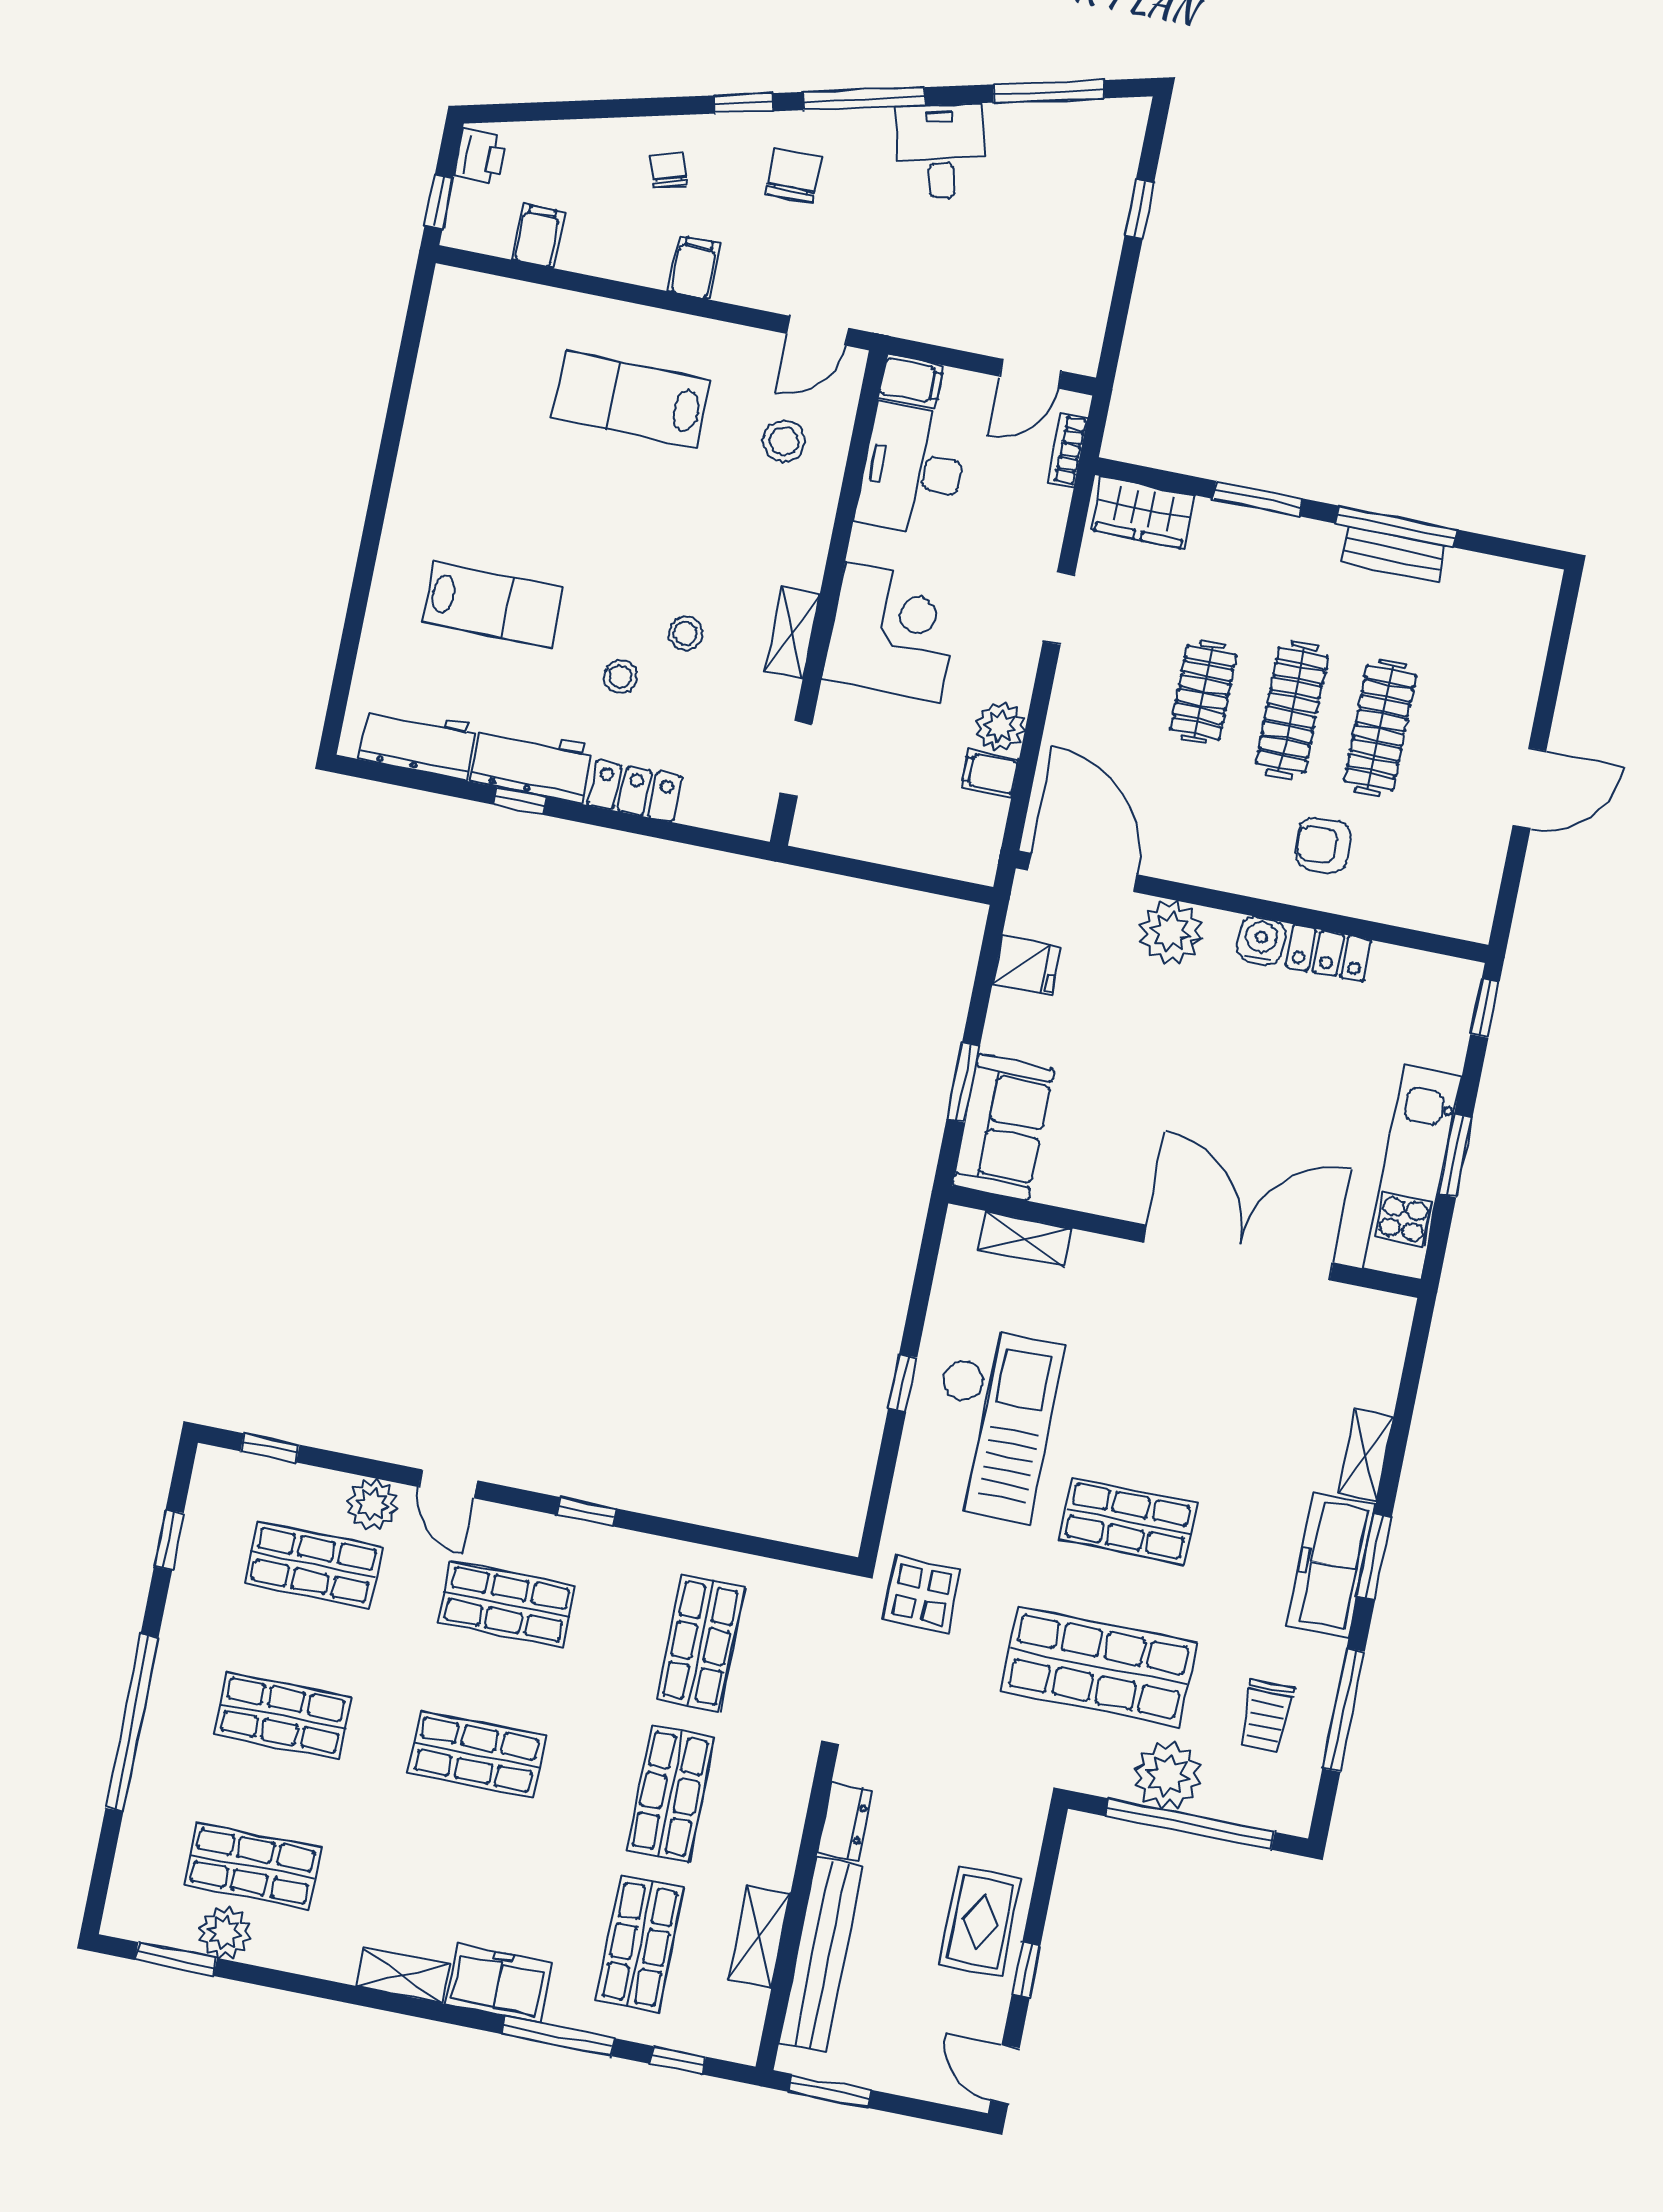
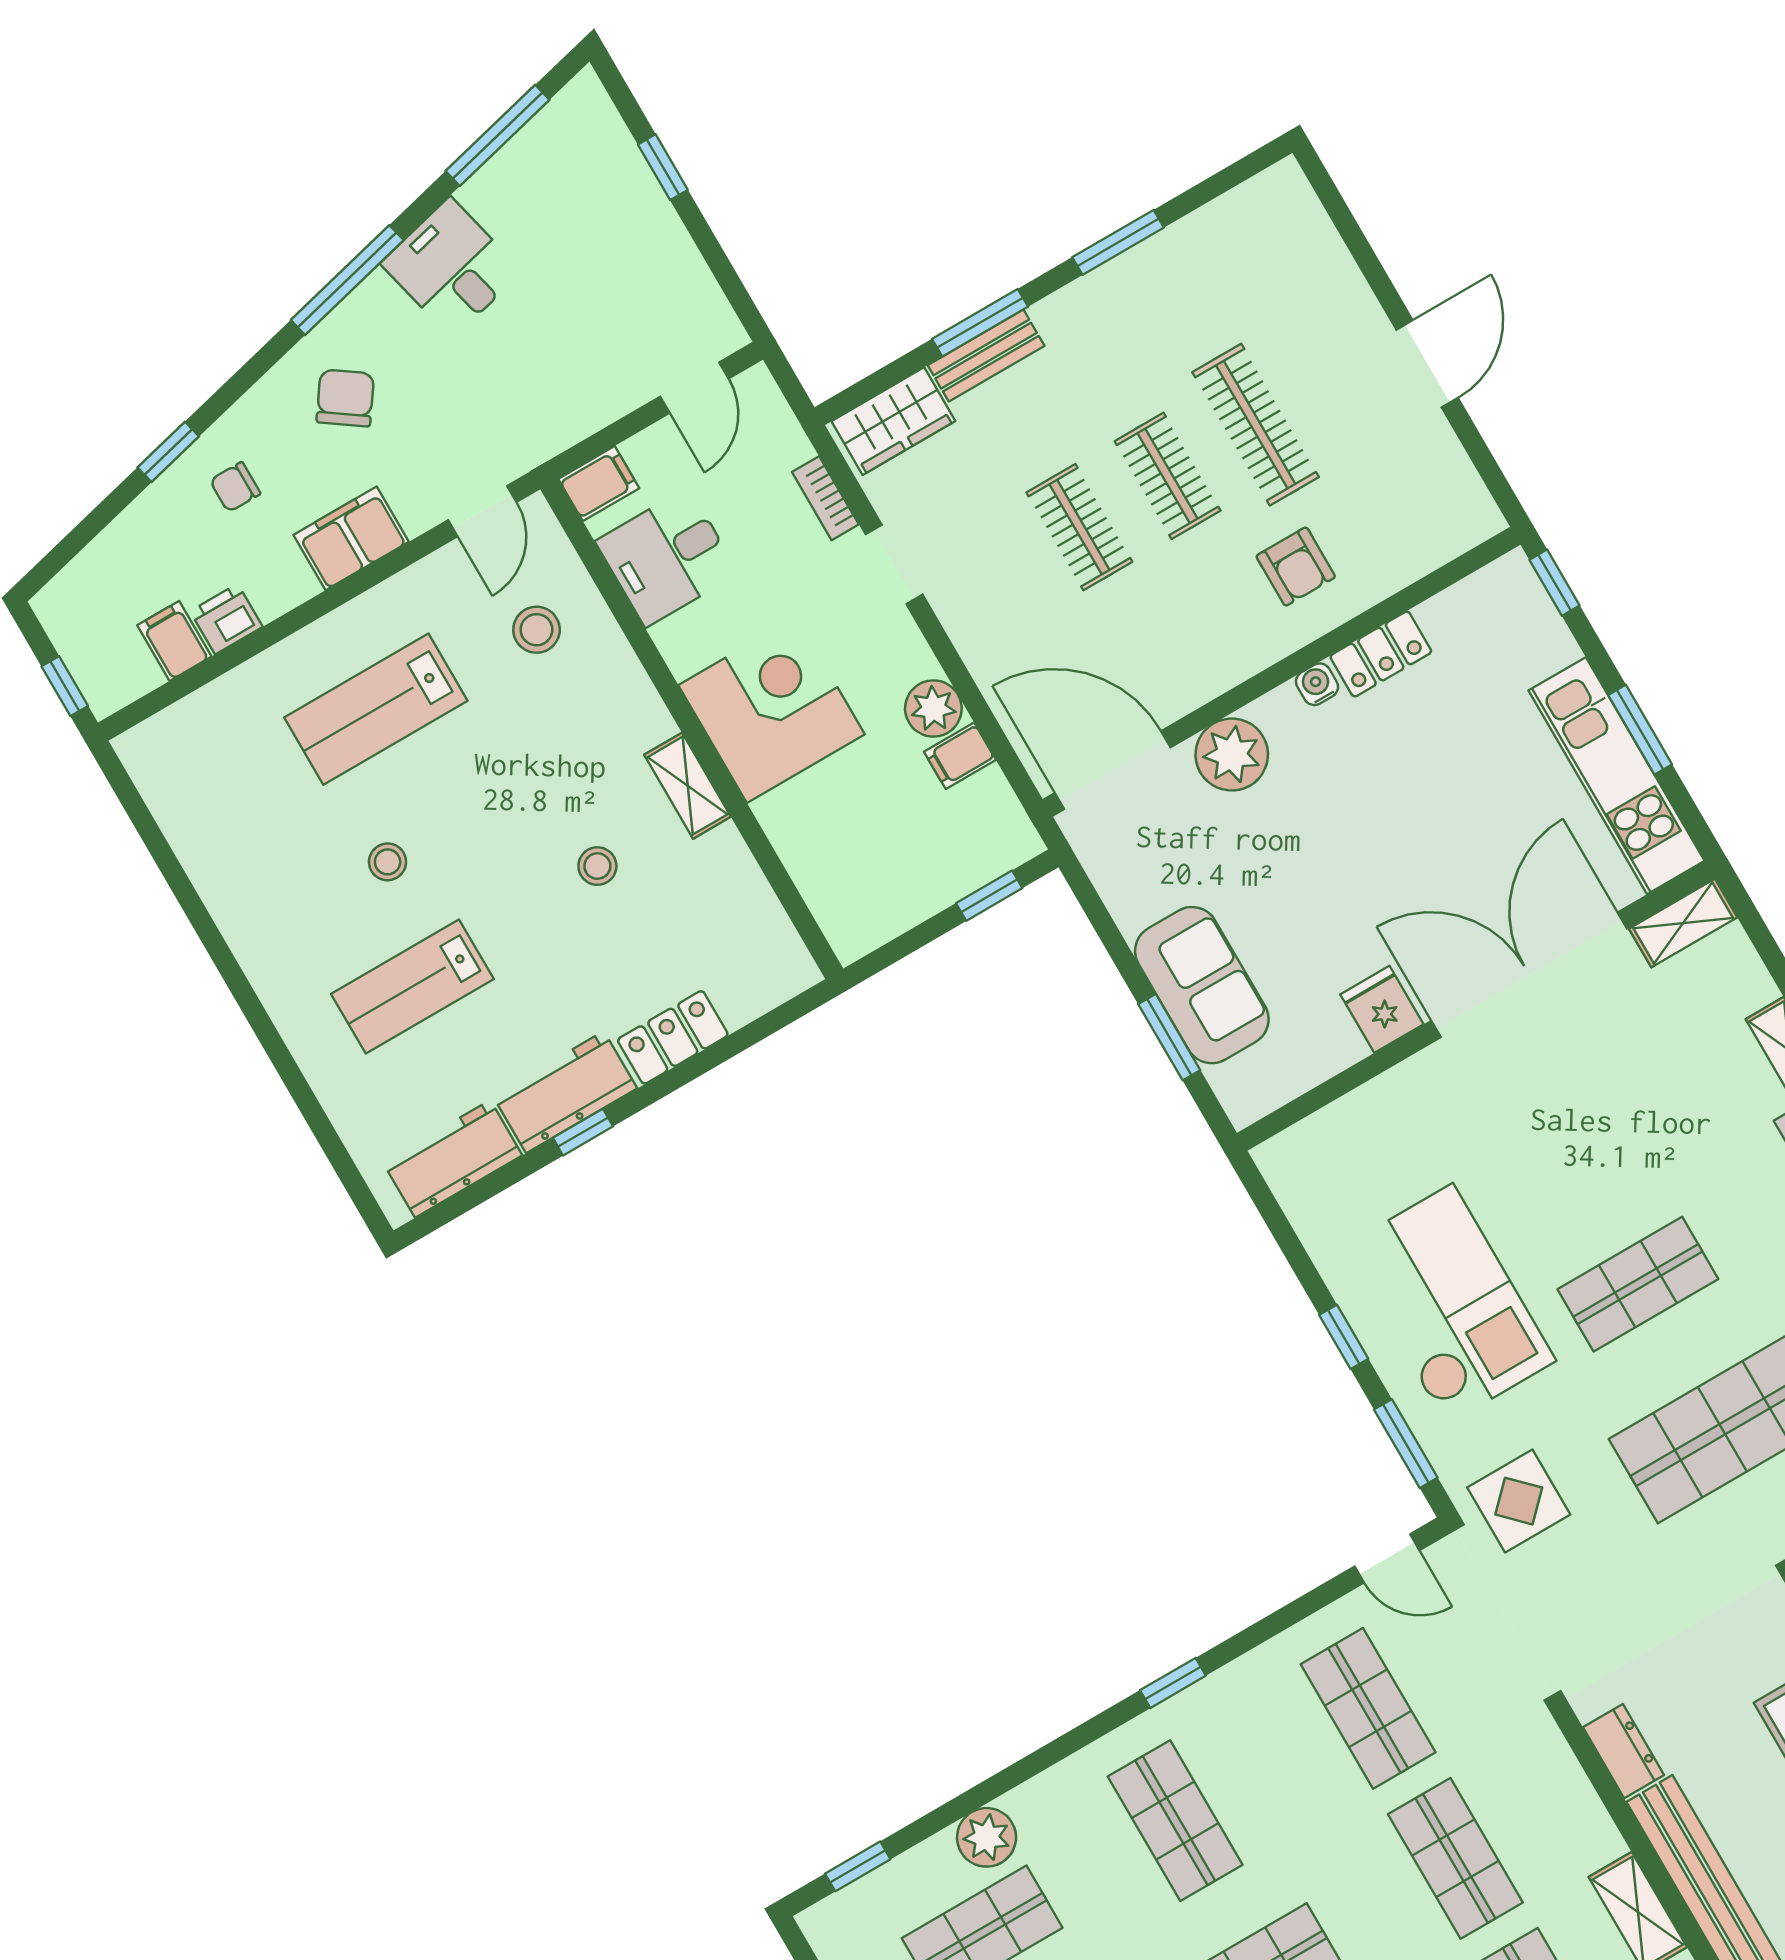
window: (744, 103) -> (168, 452), moved
printer: (480, 157) -> (226, 619), moved, turned -90
chair: (668, 170) -> (235, 487), turned -74
chair: (794, 176) -> (345, 398), turned 35
filing cabinet: (694, 268) -> (351, 538), width x2.00
bookcase: (1067, 450) -> (825, 498), moved
desk: (913, 470) -> (667, 557), width x0.73
window: (1396, 527) -> (1118, 242), width x0.69
bench: (1393, 554) -> (986, 356), moved
lab bench: (492, 604) -> (412, 987), turned 180
stool: (620, 677) -> (388, 862), moved
clothes rail: (1292, 710) -> (1168, 476), width x0.73
doorway: (796, 759) -> (785, 889), removed
armchair: (1323, 845) -> (1296, 566), turned -87
window: (927, 883) -> (989, 896), added
water cooler: (1261, 940) -> (1317, 684), width x0.72, depth x0.72
fridge: (1027, 965) -> (1382, 1009), moved, turned -90
sofa: (1003, 1127) -> (1202, 985), moved
shelving: (1025, 1239) -> (1683, 923), moved
door: (448, 1484) -> (1387, 1558), moved
window: (881, 1490) -> (1406, 1444), added
shop shelf: (507, 1604) -> (1175, 1821), turned 90

